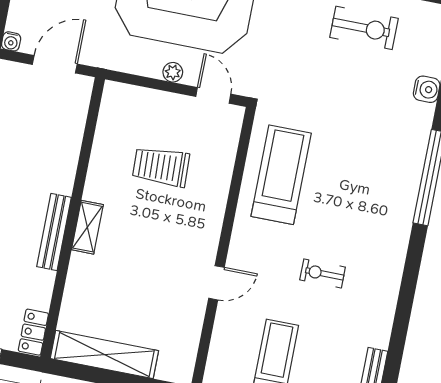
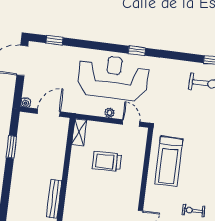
treadmill: (281, 175) -> (169, 161), turned 180
shelving: (87, 227) -> (79, 132), moved

